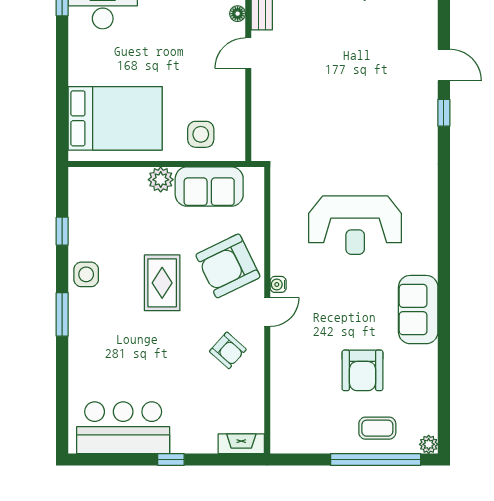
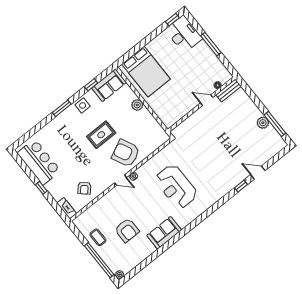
door: (444, 65) -> (258, 173), swing flipped
side table: (201, 134) -> (165, 106), removed
sofa: (209, 187) -> (109, 85), moved, turned -90
armchair: (228, 350) -> (84, 188), moved
armchair: (362, 370) -> (127, 230), turned -90
coffee table: (377, 428) -> (98, 237), moved

